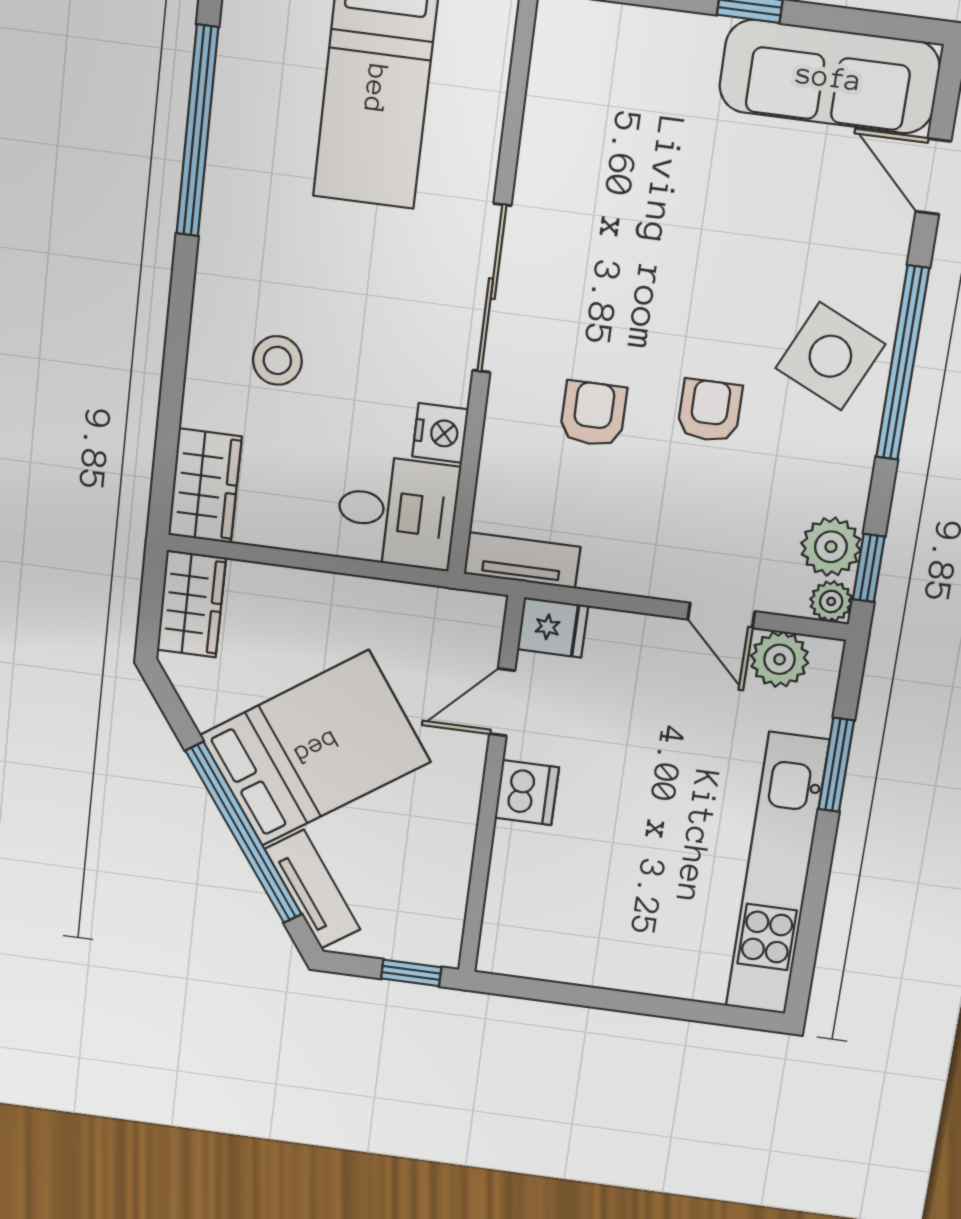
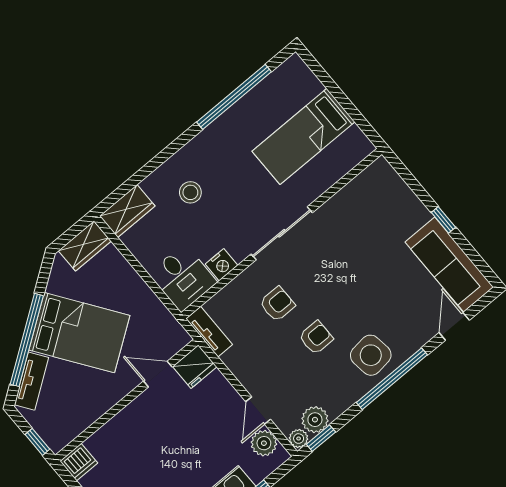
side table: (830, 356) -> (371, 355), turned -32
fridge: (553, 627) -> (195, 367), width x1.38
dishwasher: (527, 793) -> (79, 462), moved

